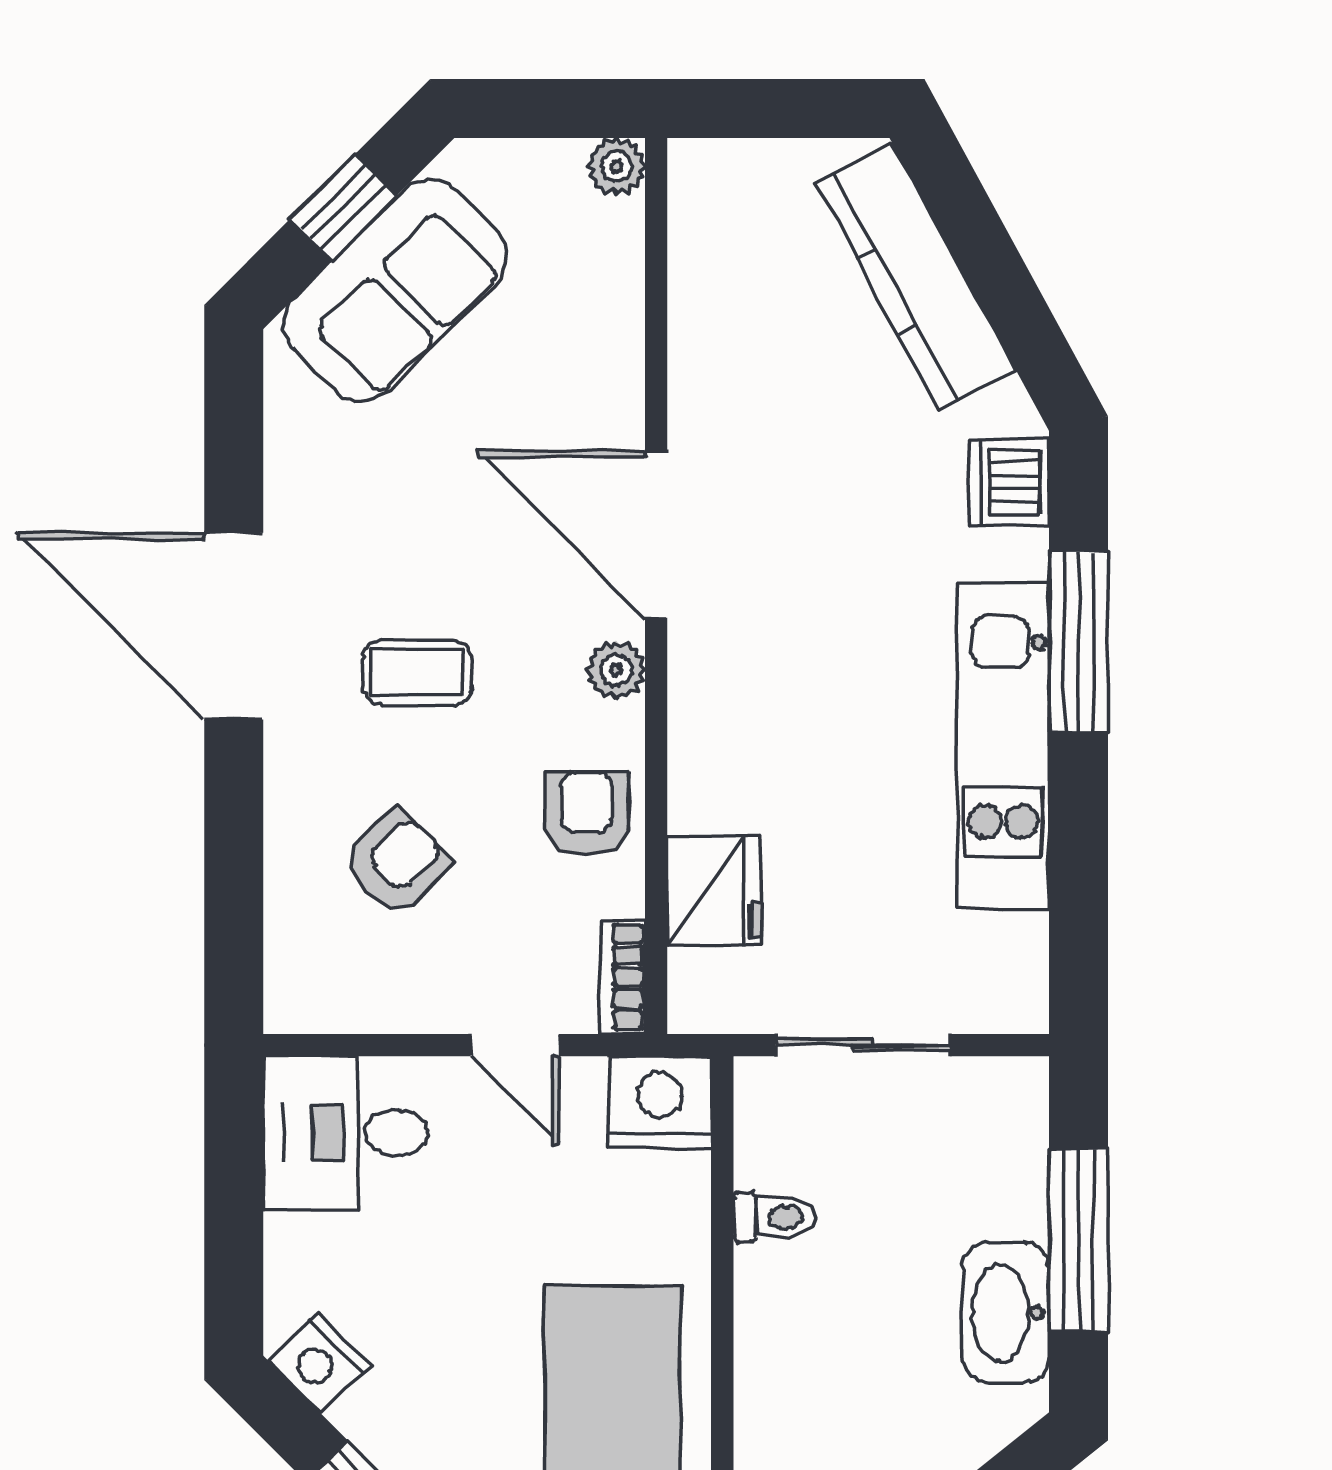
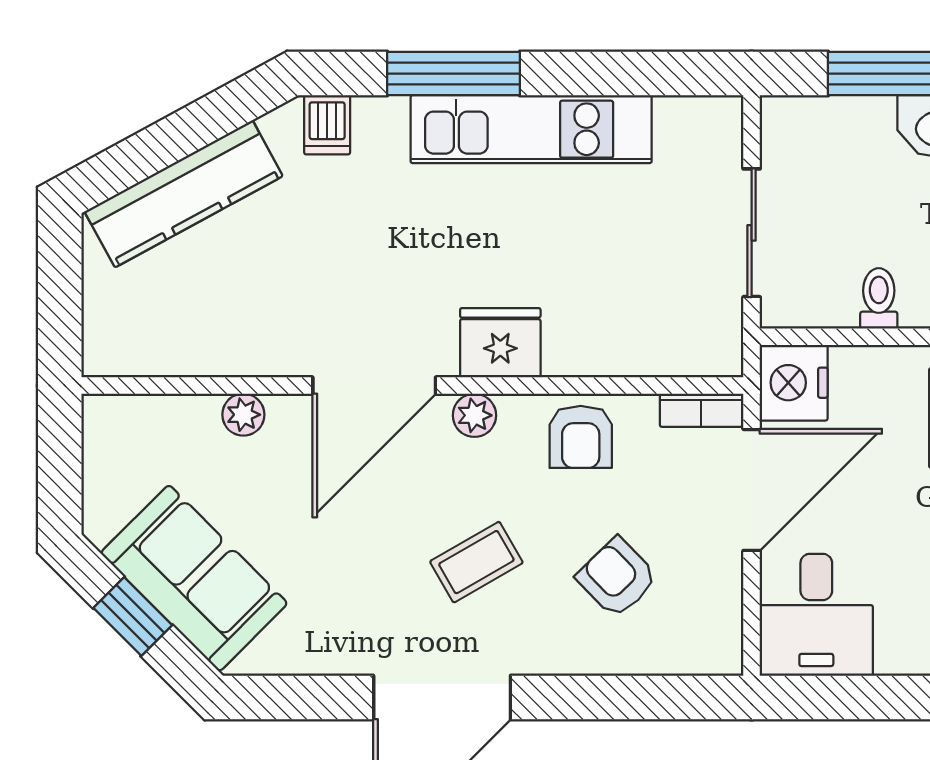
plant: (617, 166) -> (243, 415), moved
dishwasher: (1009, 482) -> (327, 125), width x0.73
coffee table: (417, 673) -> (476, 562), turned 60
armchair: (587, 814) -> (581, 437), turned -90
fridge: (714, 892) -> (500, 343), moved
door: (515, 1045) -> (752, 490), width x1.87

